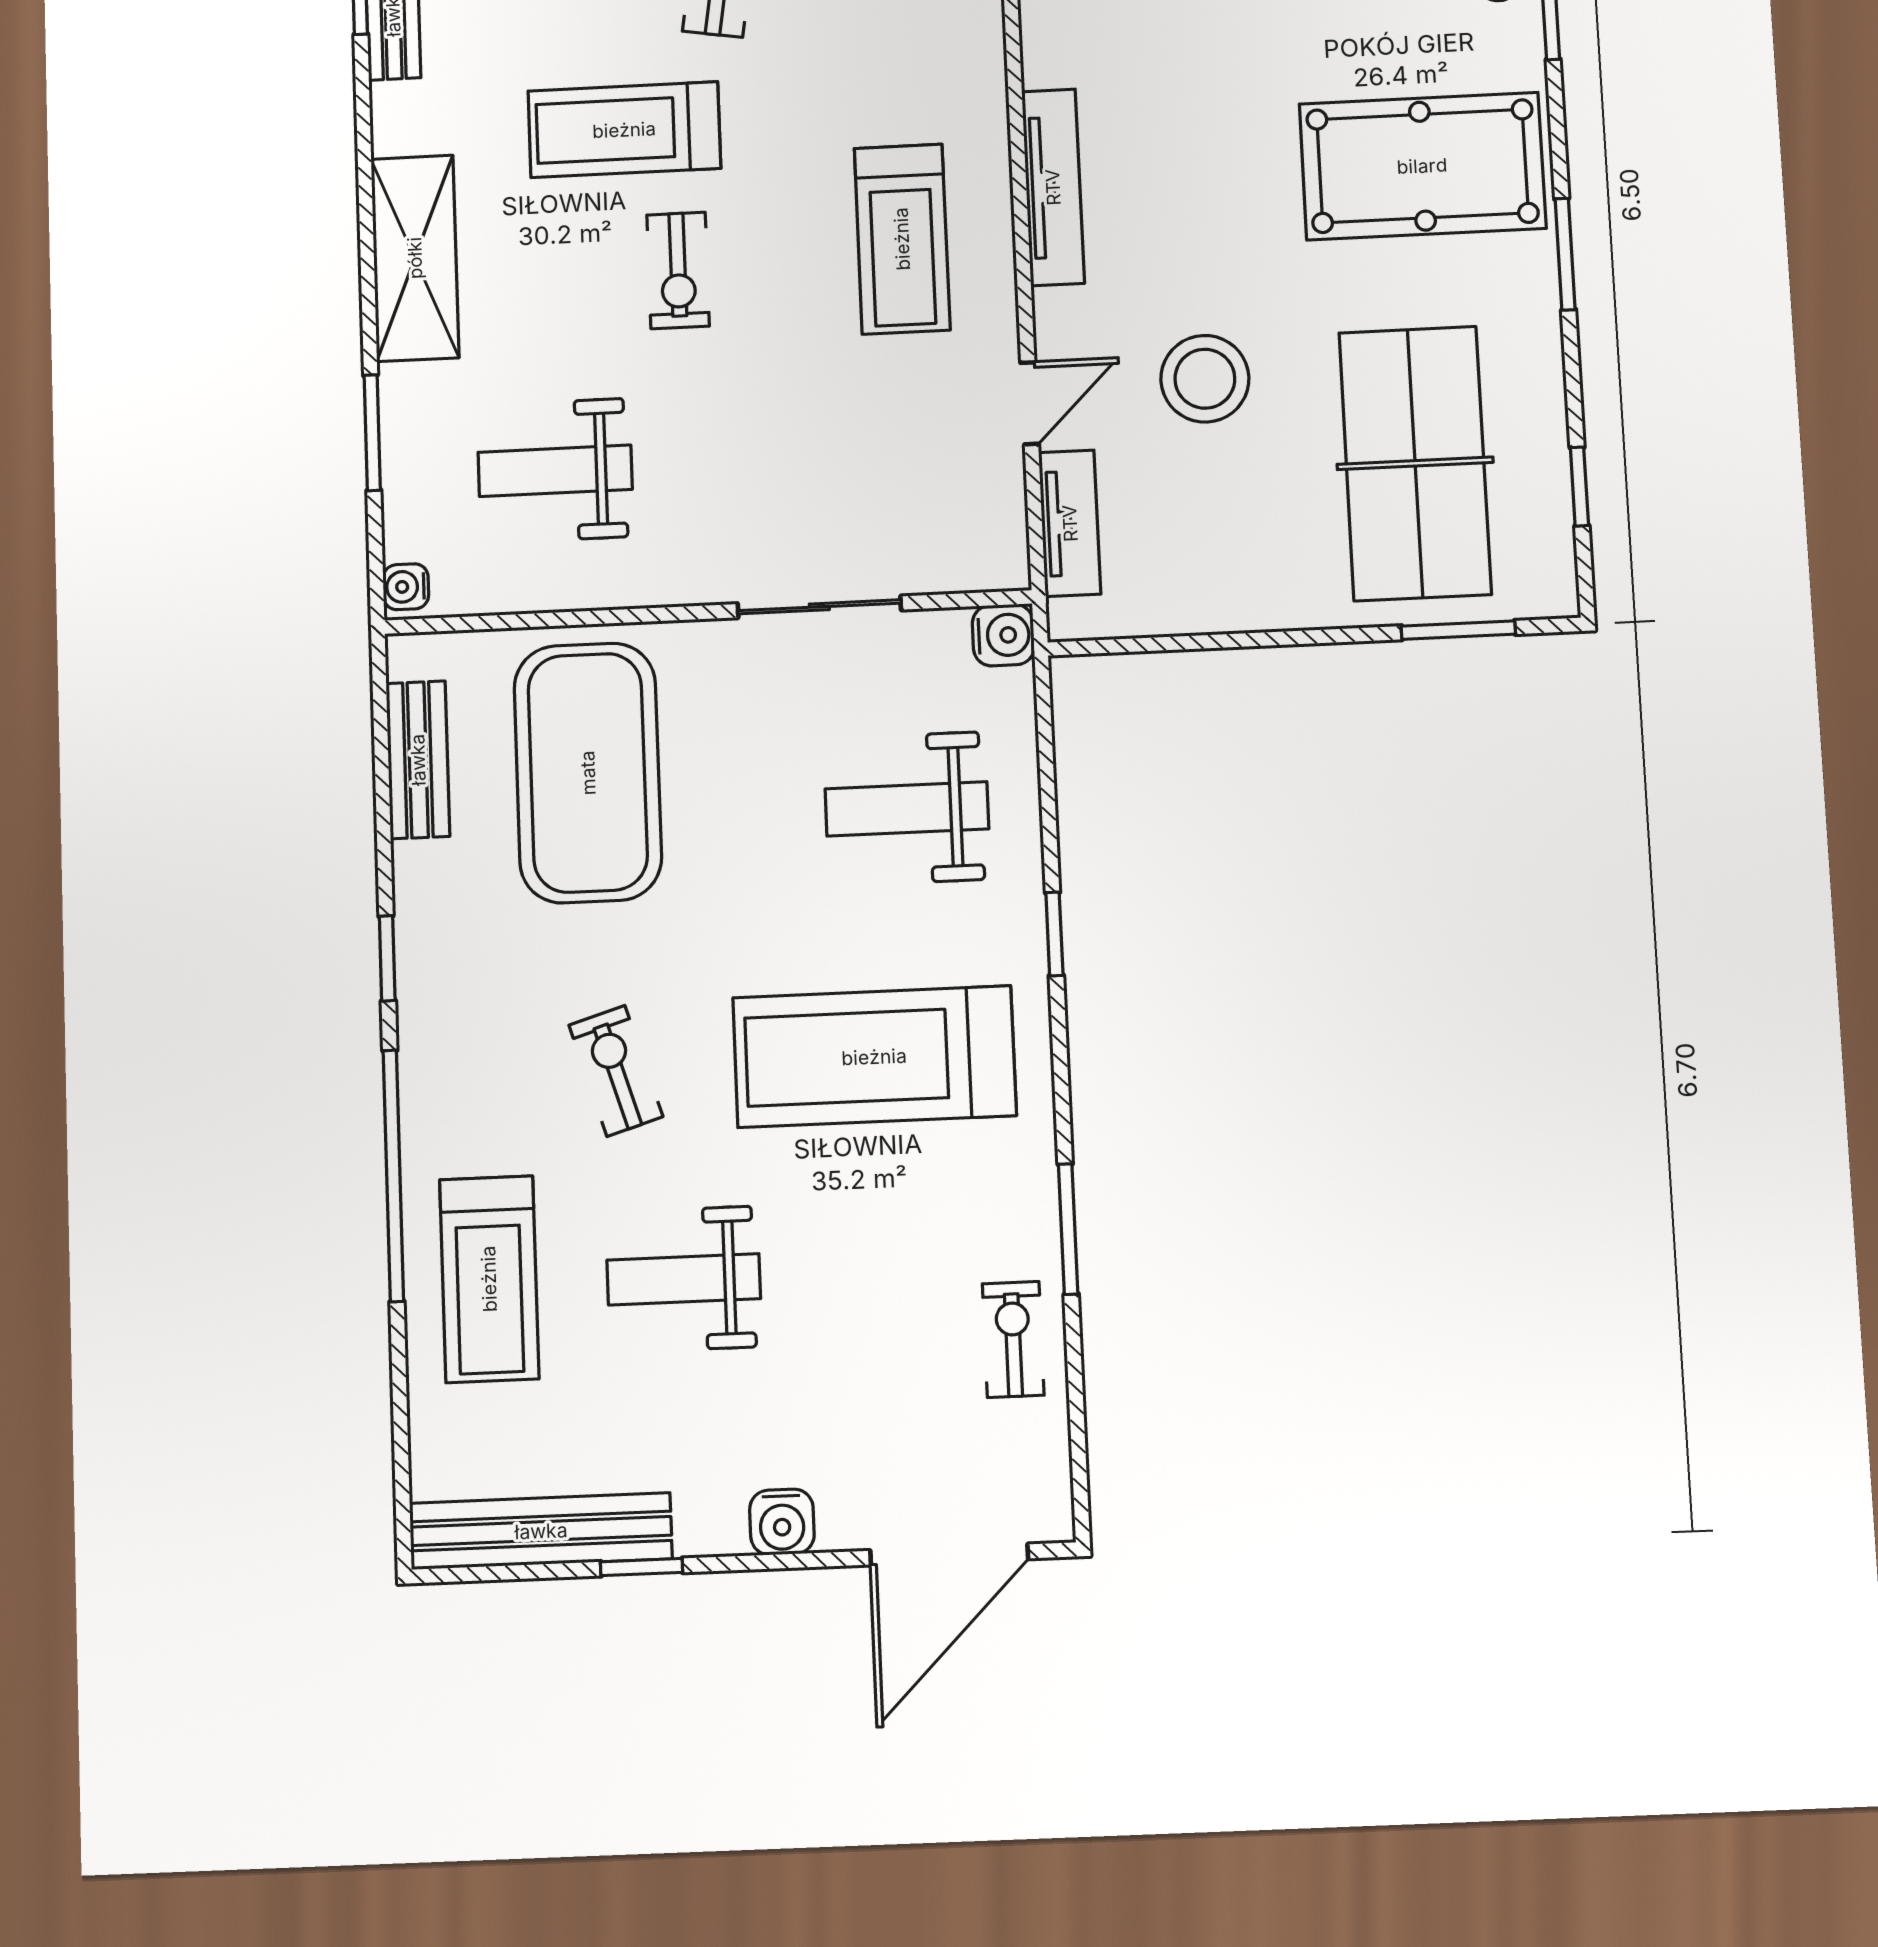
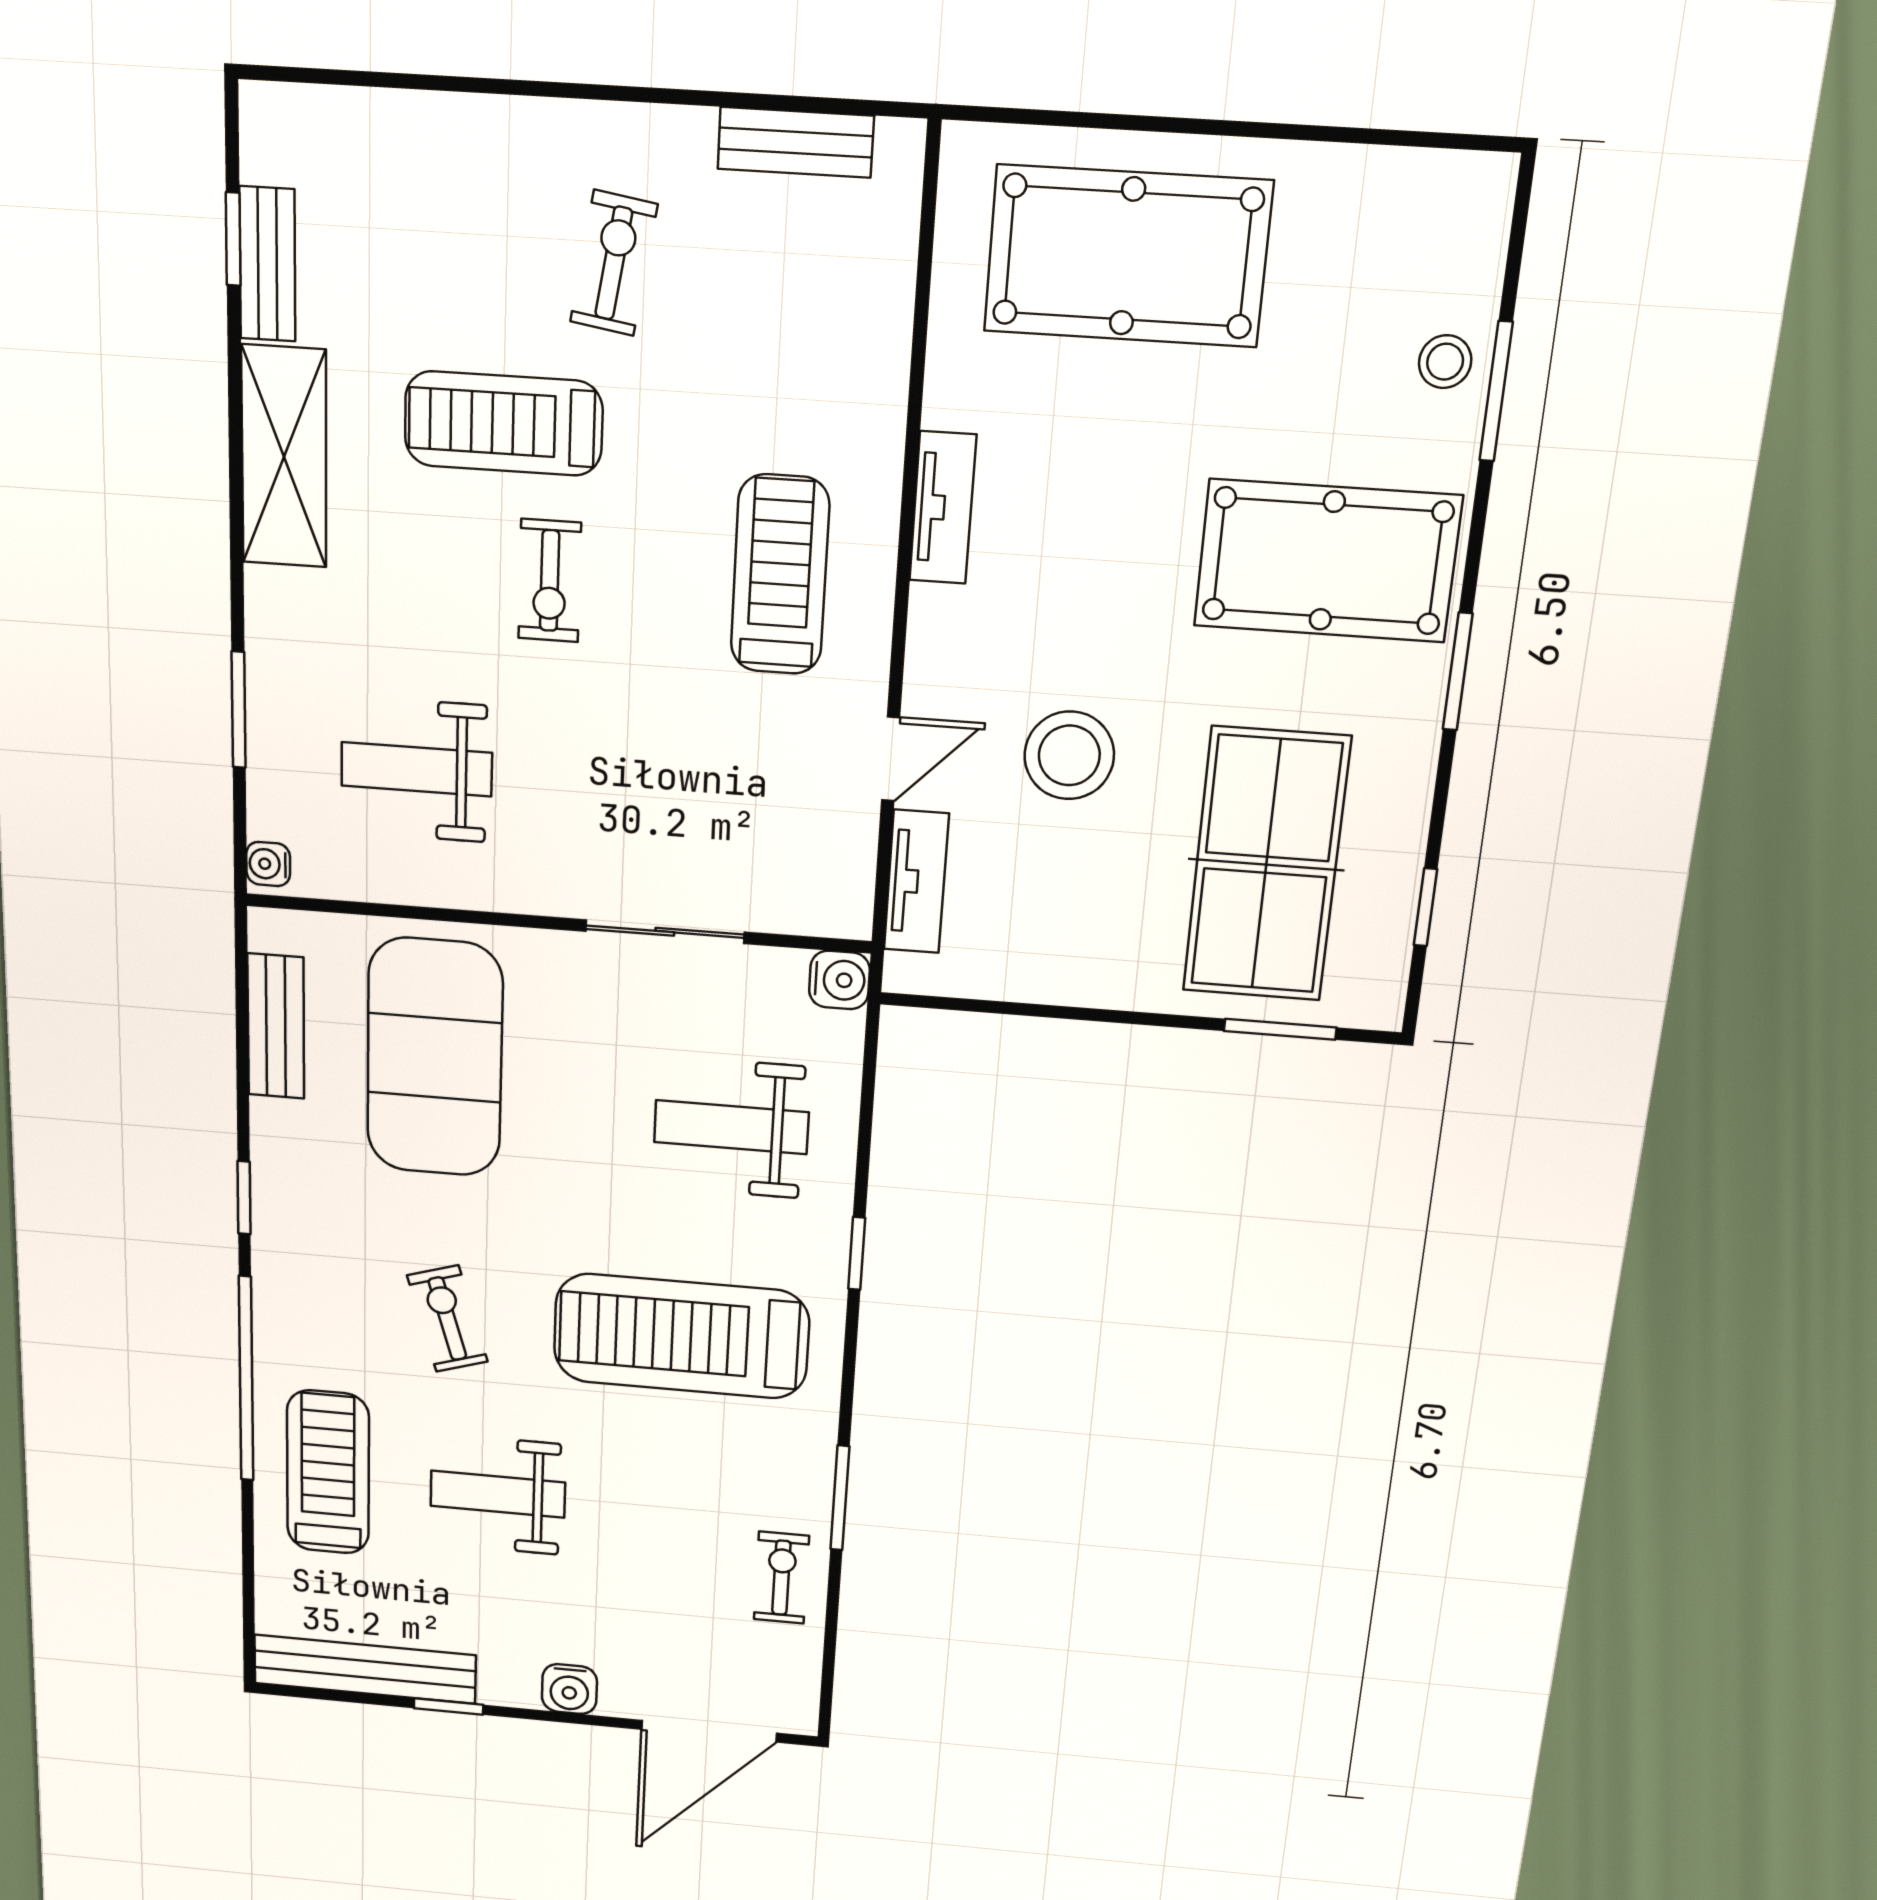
tv unit: (1053, 187) -> (943, 508), width x0.71
treadmill: (902, 239) -> (780, 575), turned 180
shelving: (415, 258) -> (284, 457), moved
treadmill: (489, 1279) -> (328, 1472), turned 180

